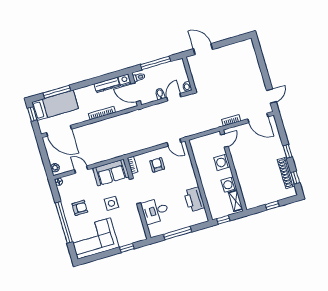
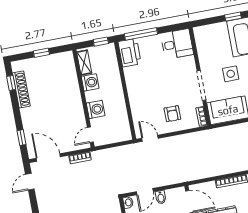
window: (288, 151) -> (21, 138), moved
printer: (194, 199) -> (130, 53), moved
desk: (155, 211) -> (177, 44), moved
window: (178, 233) -> (141, 34), moved
window: (127, 248) -> (233, 17), moved

